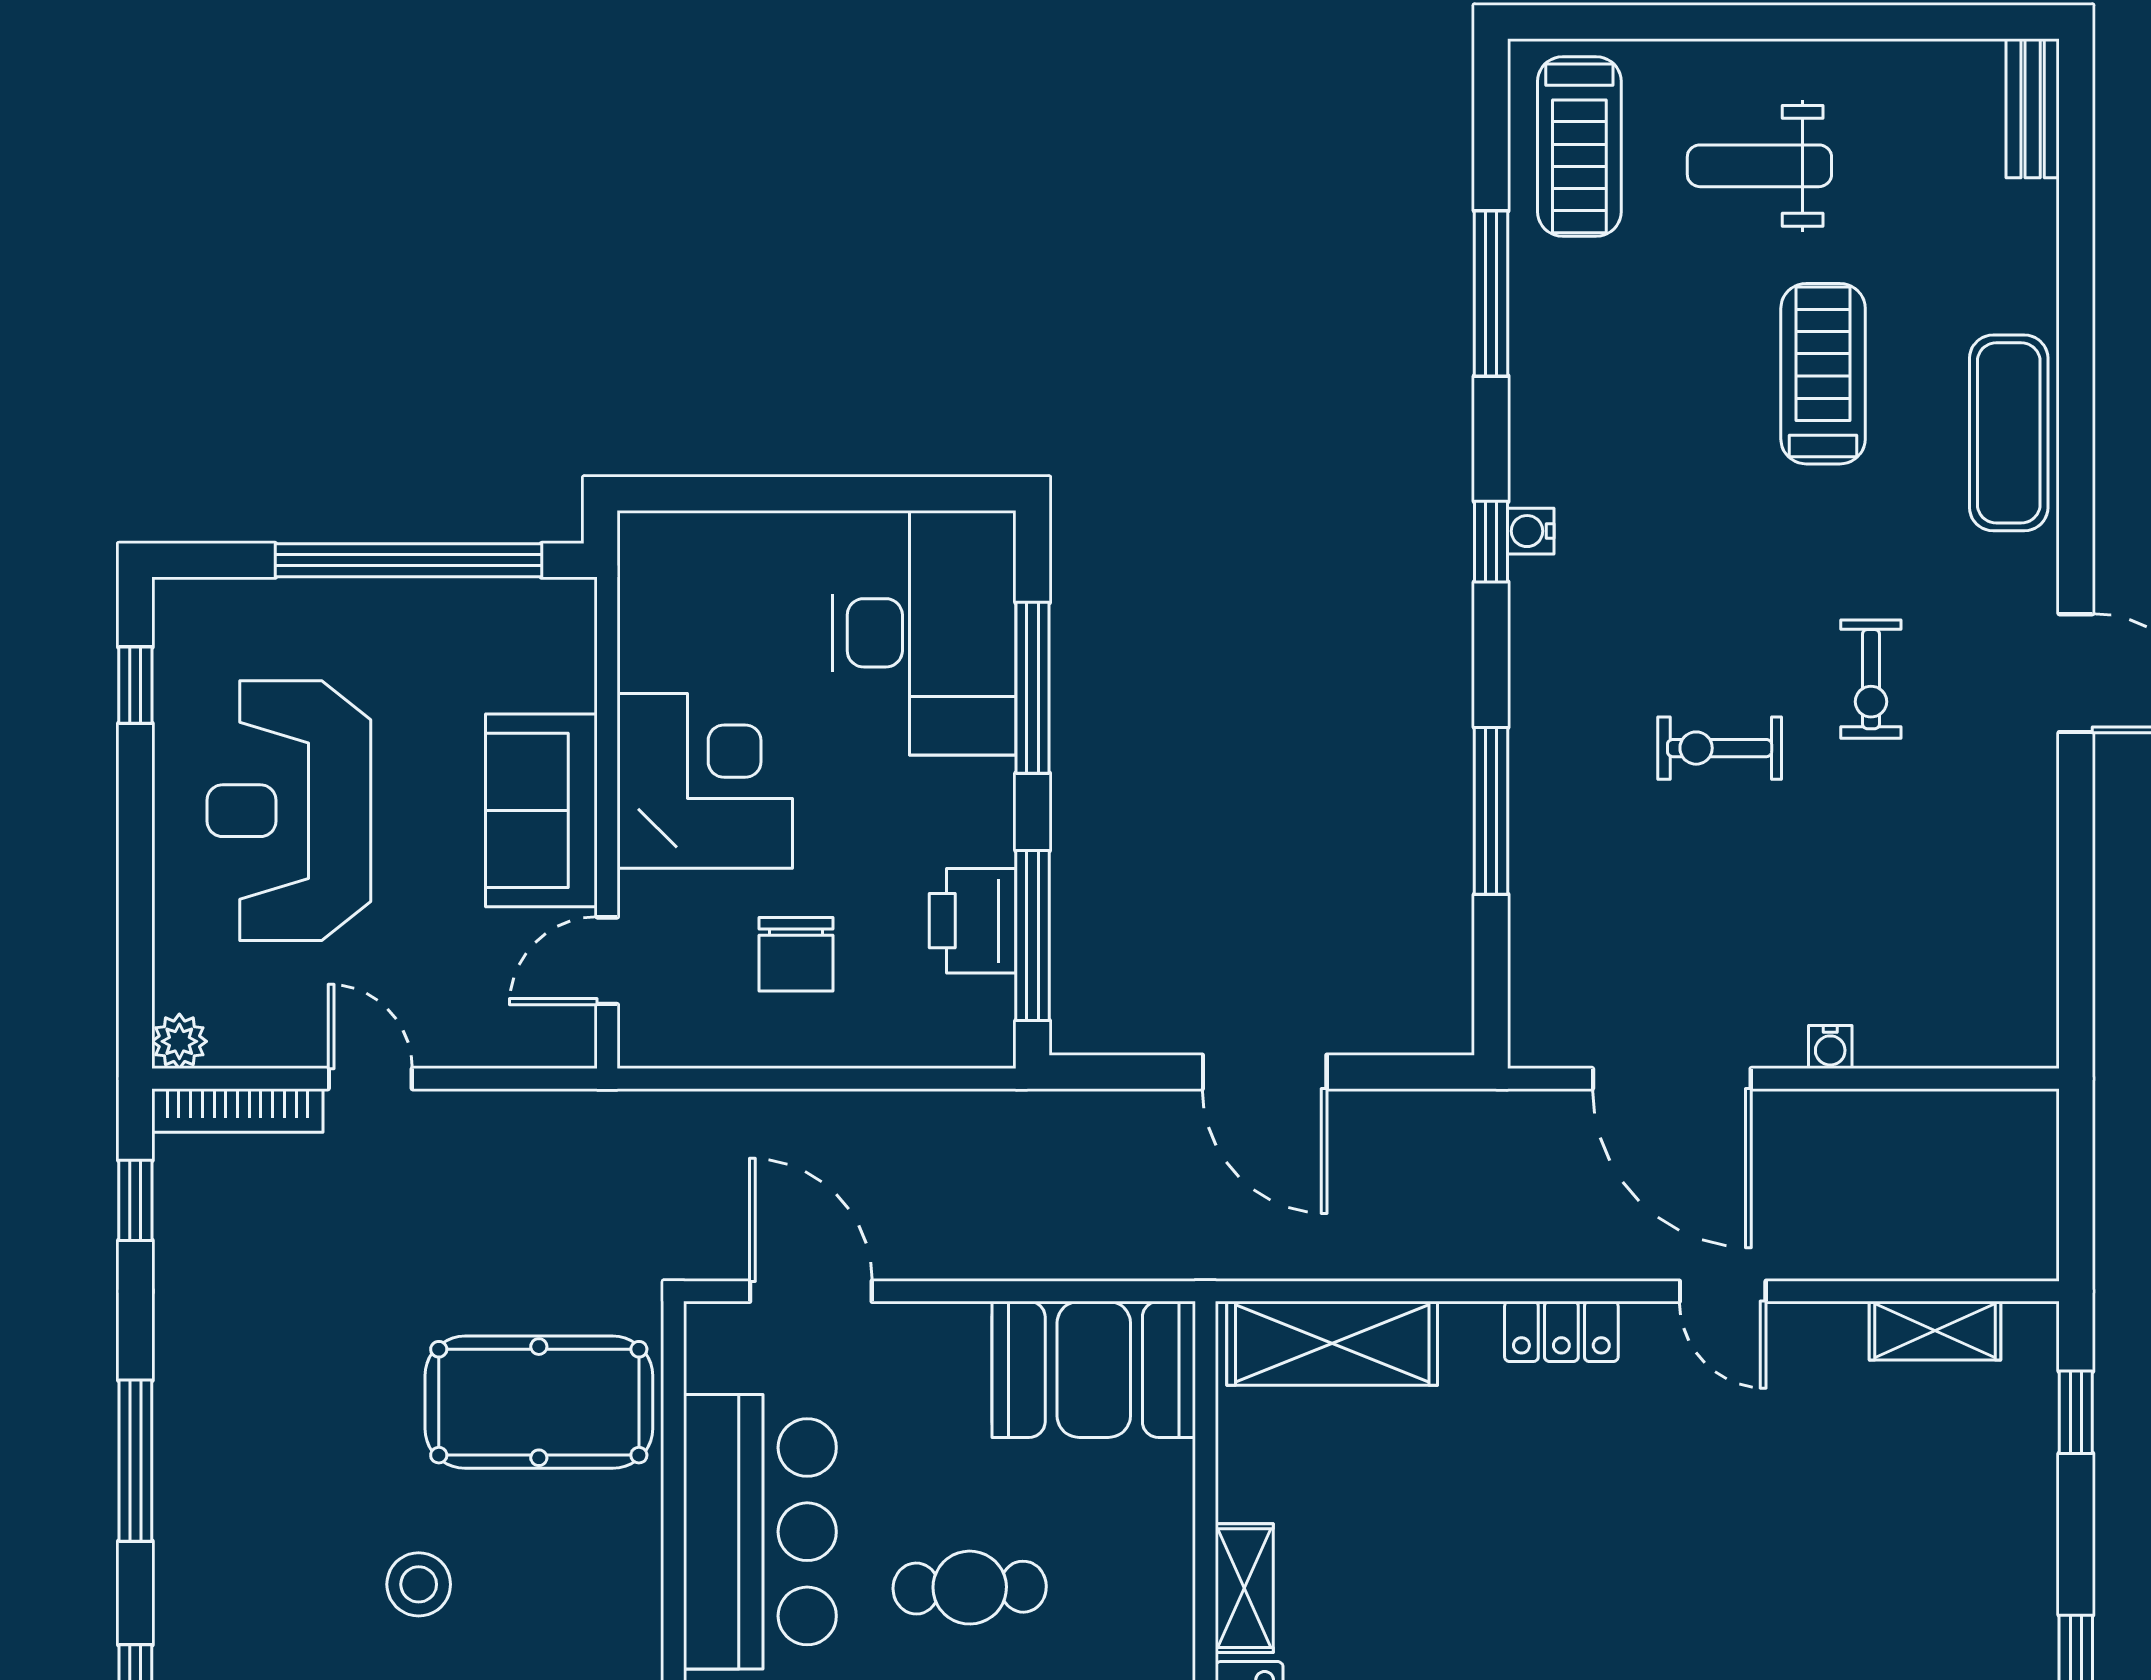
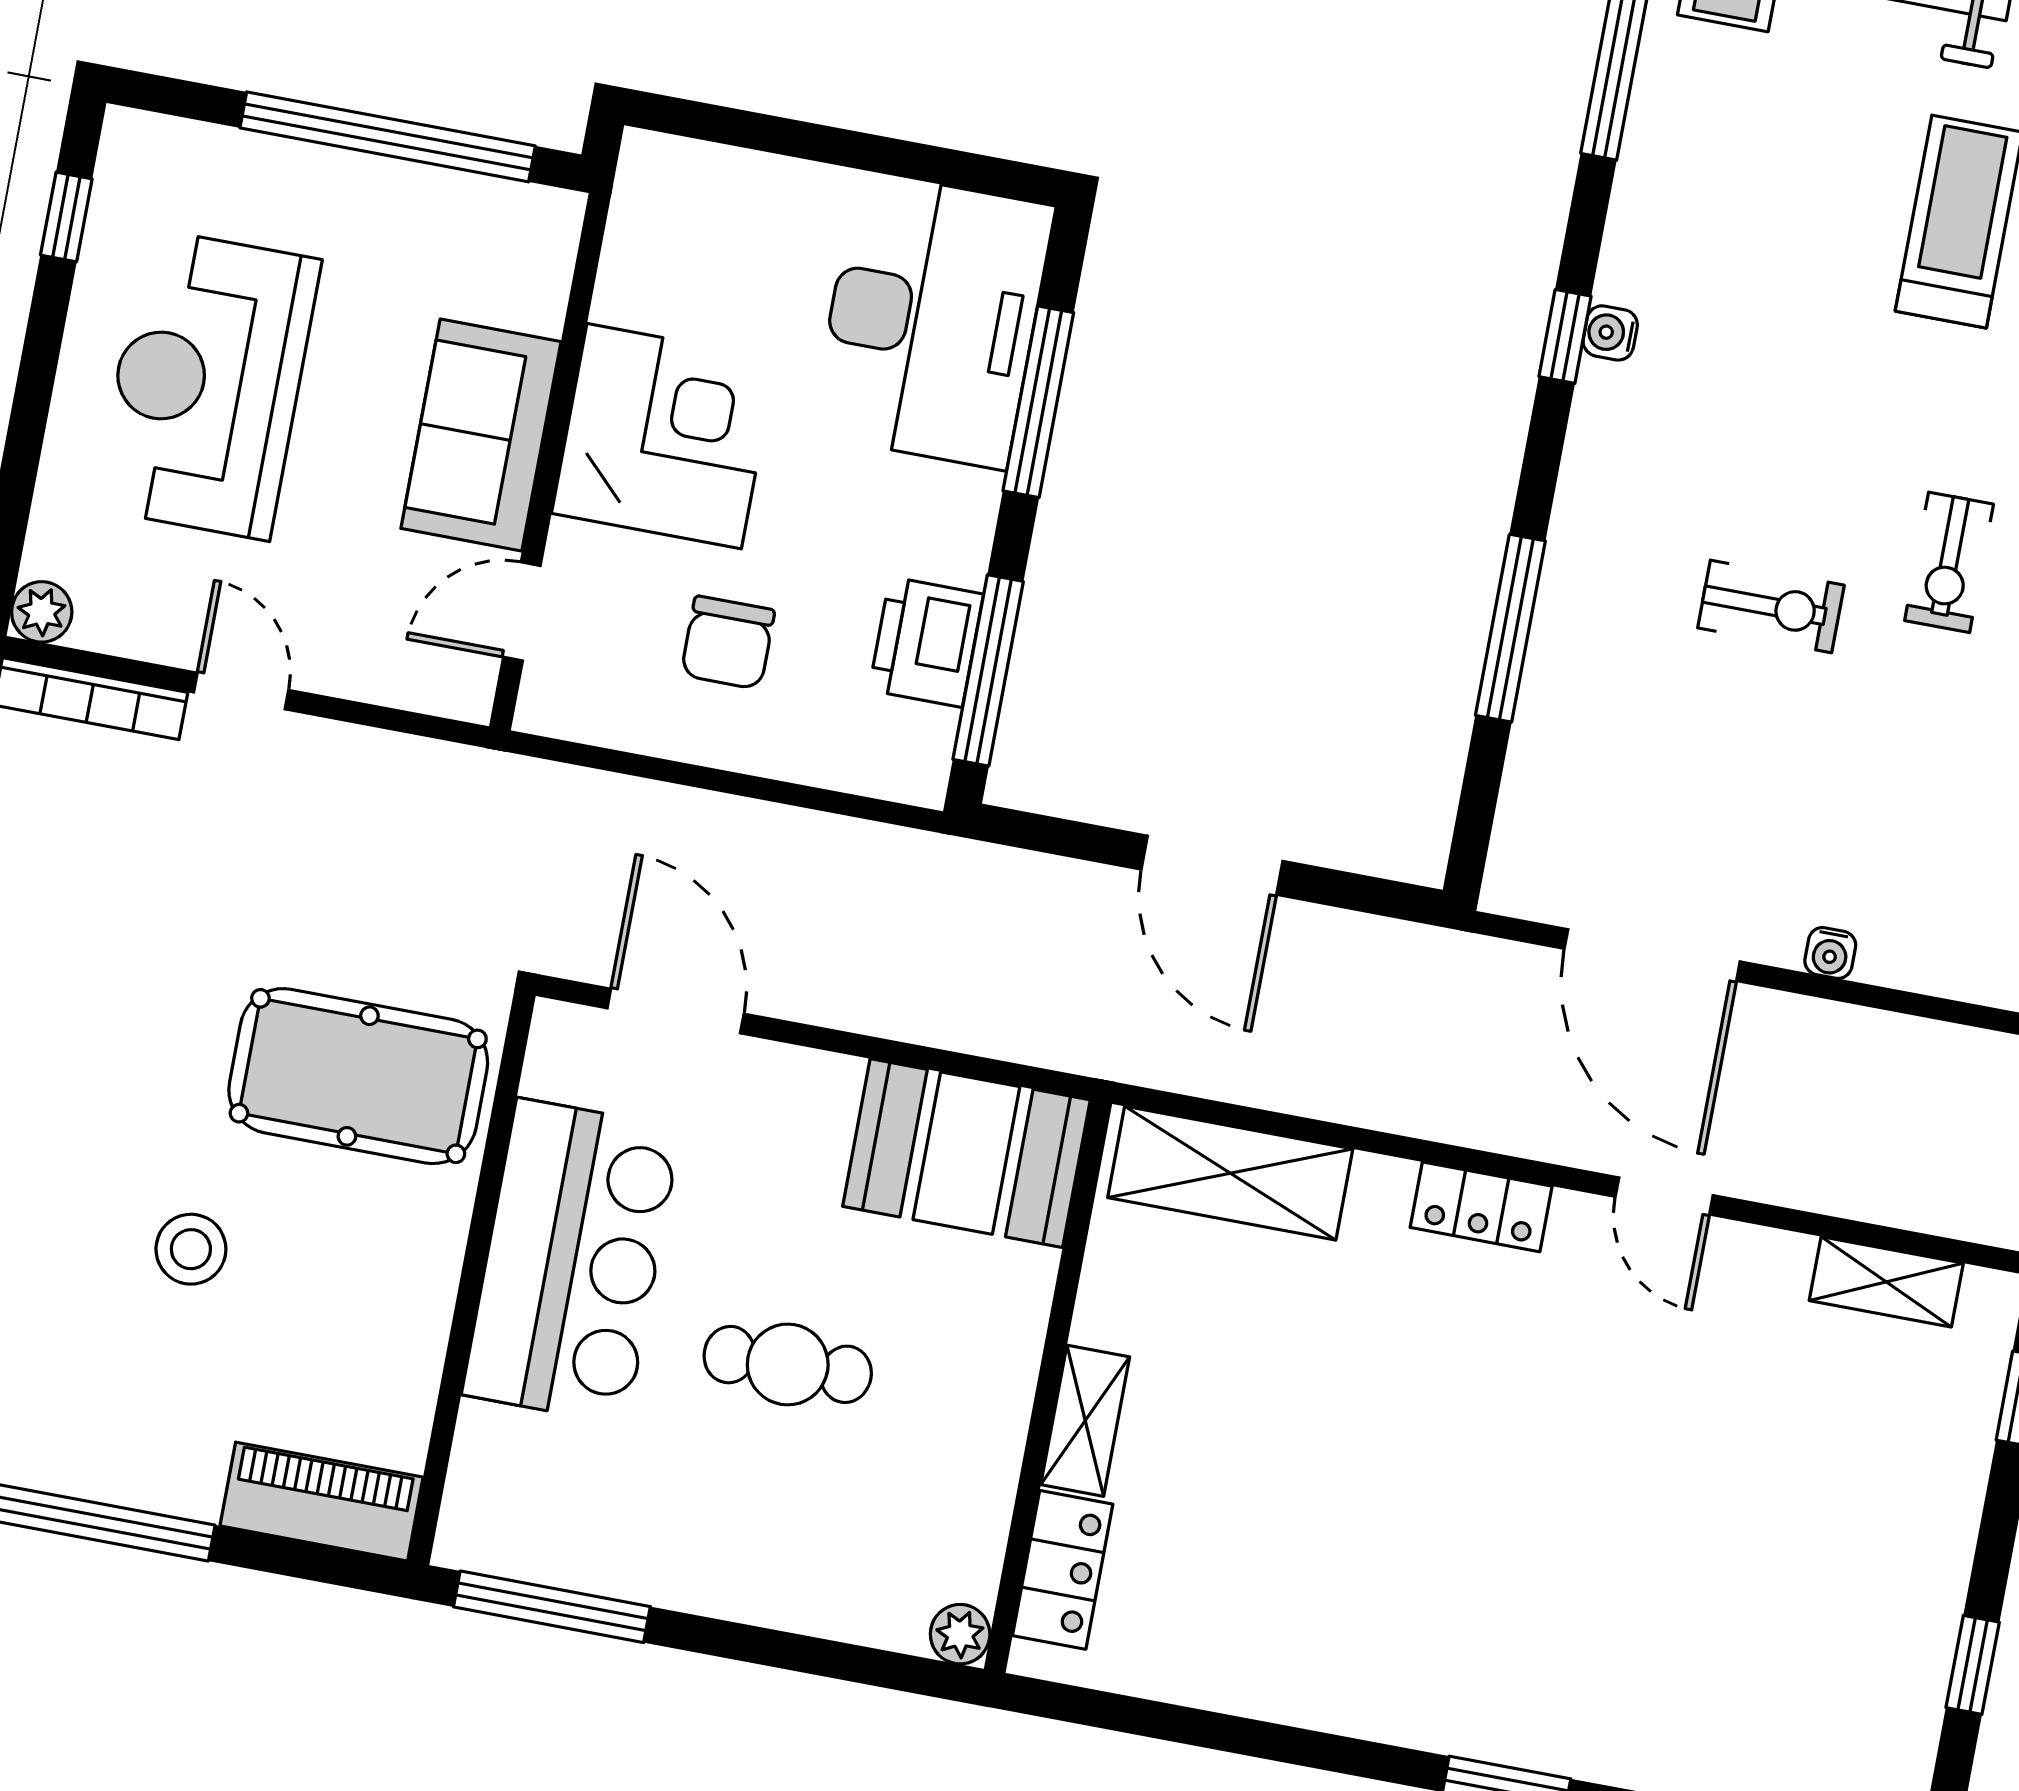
exercise bike: (1720, 748) -> (1771, 606), turned 180

